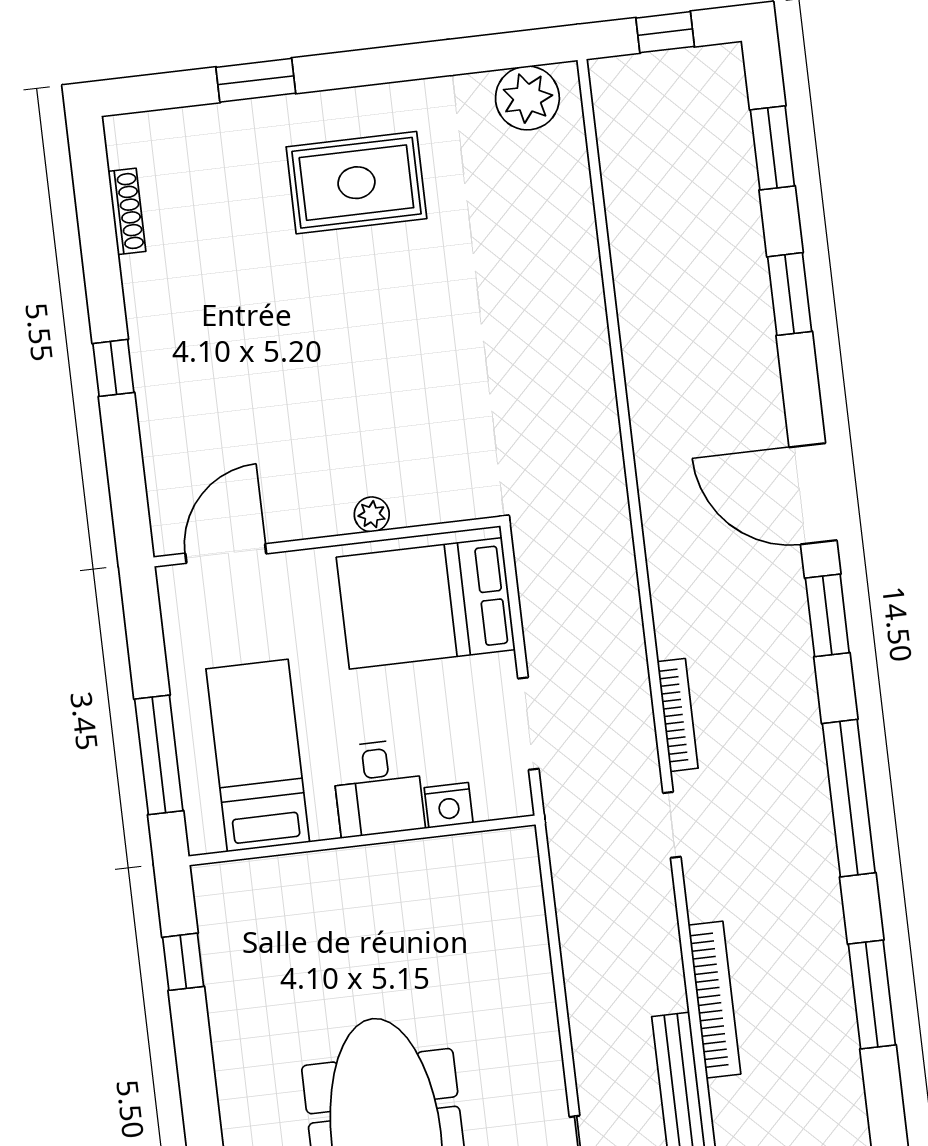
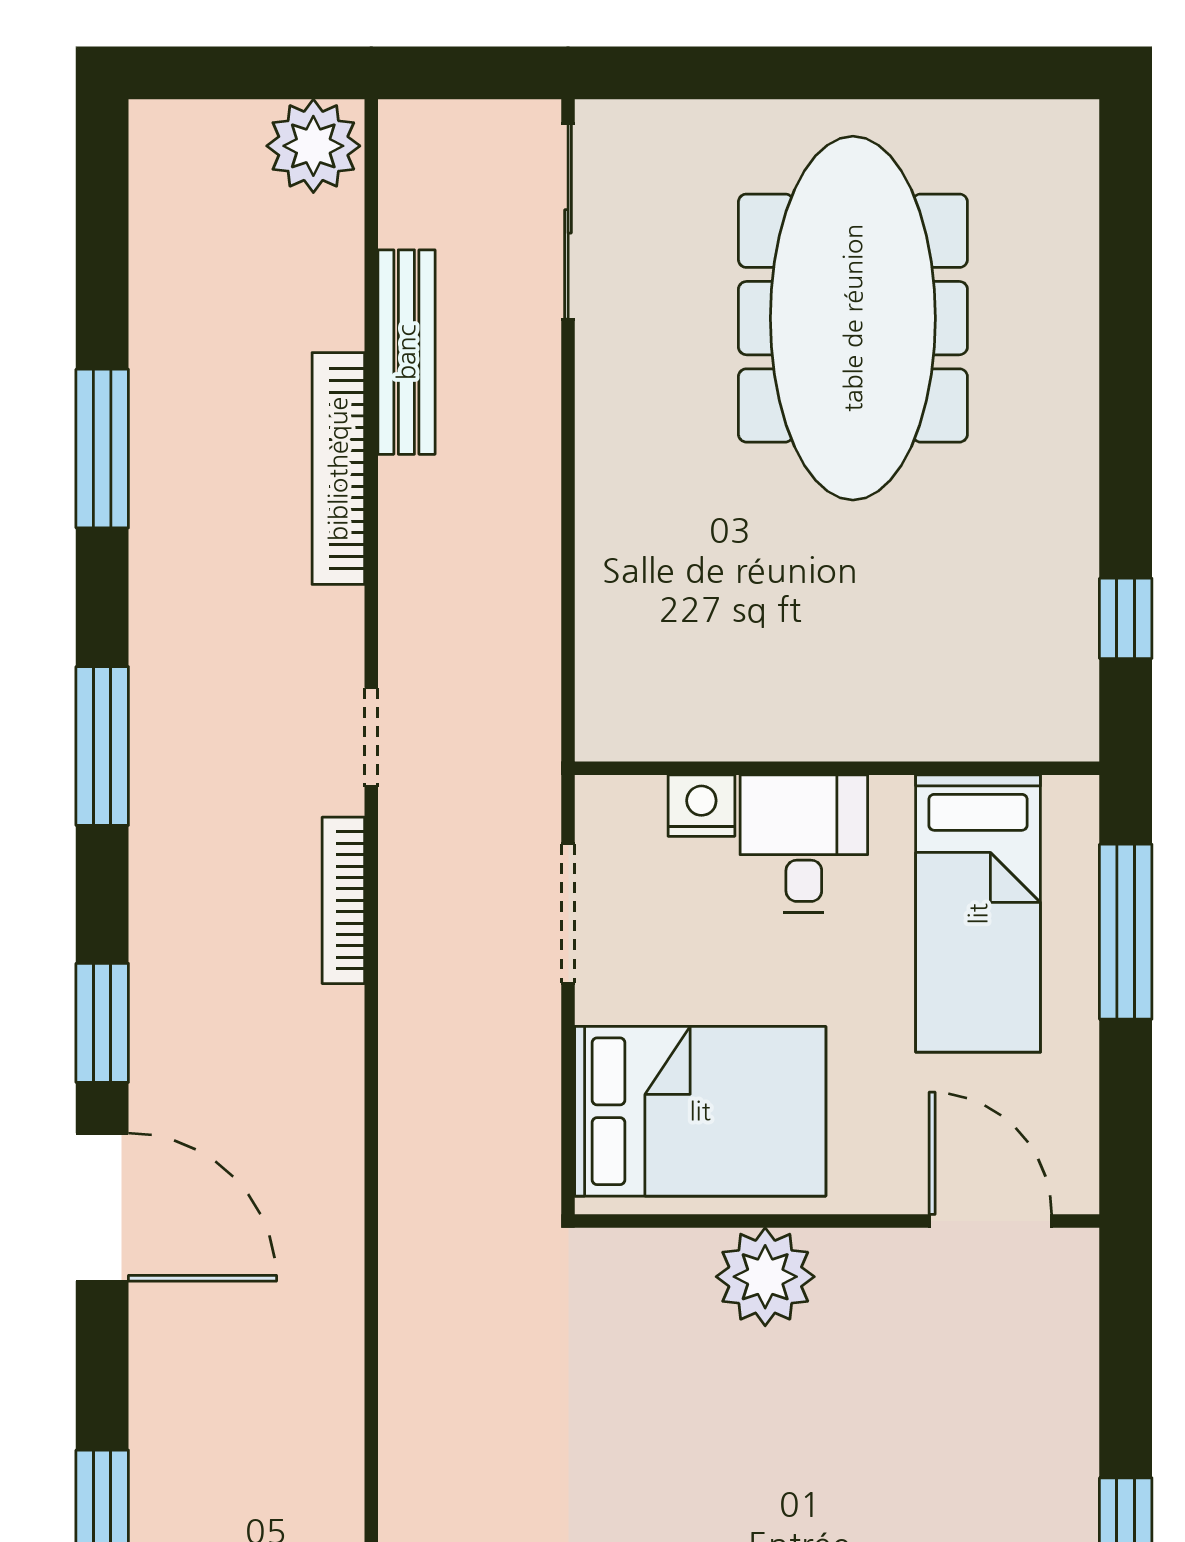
plant: (372, 514) -> (765, 1277), width x1.87, depth x1.87
door: (226, 554) -> (990, 1221), swing flipped
window: (849, 798) -> (102, 746), width x0.68

